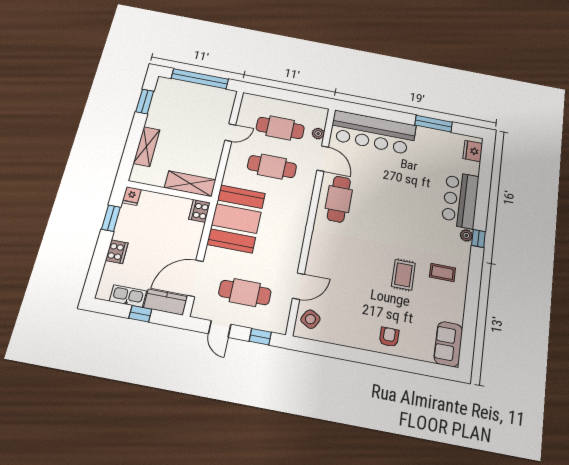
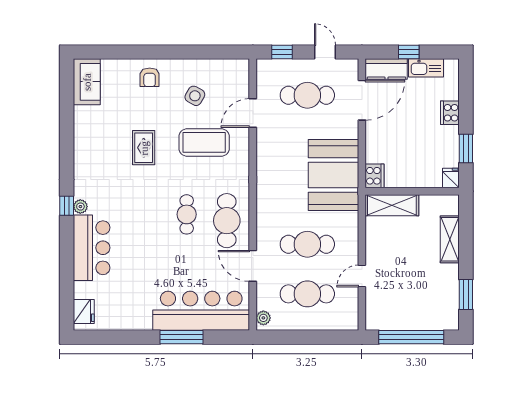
window: (434, 124) -> (181, 337), moved
plant: (318, 134) -> (263, 318), moved
cafe table: (373, 211) -> (187, 214), added
coffee table: (442, 272) -> (204, 142), moved, width x1.86, depth x1.72
side table: (310, 319) -> (195, 96), moved

